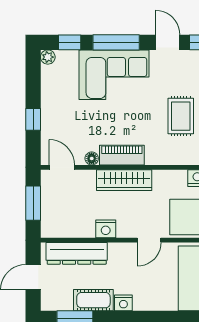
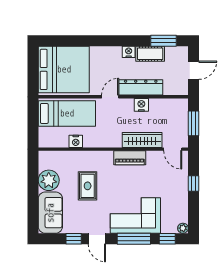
floor lamp: (92, 158) -> (151, 155), removed
wardrobe: (124, 180) -> (142, 140), moved
dresser: (77, 253) -> (141, 87), moved

